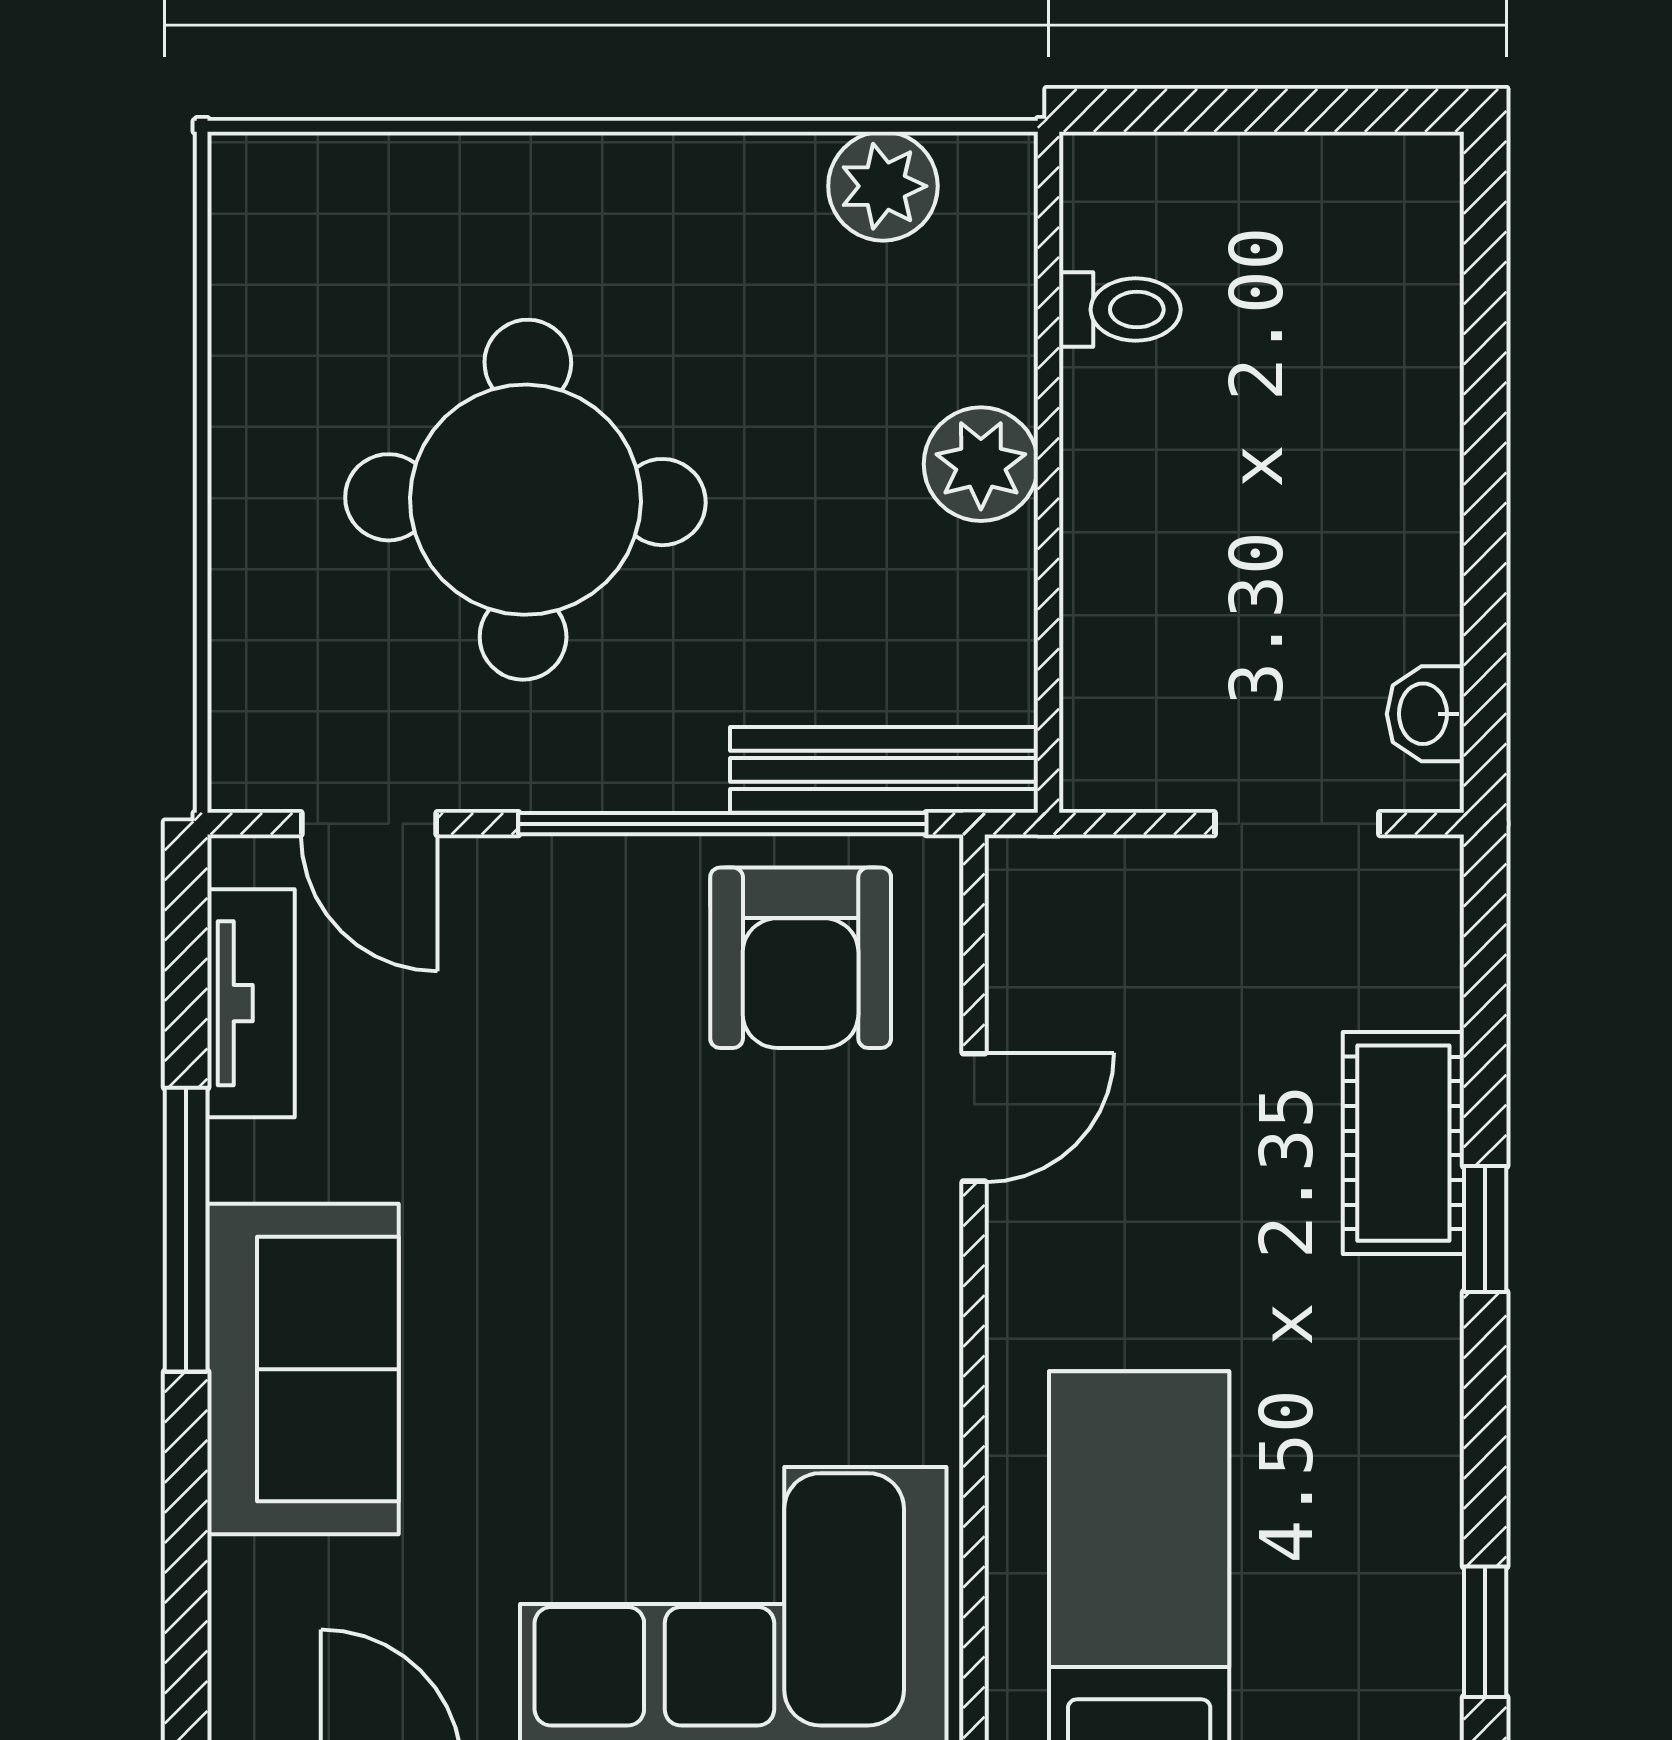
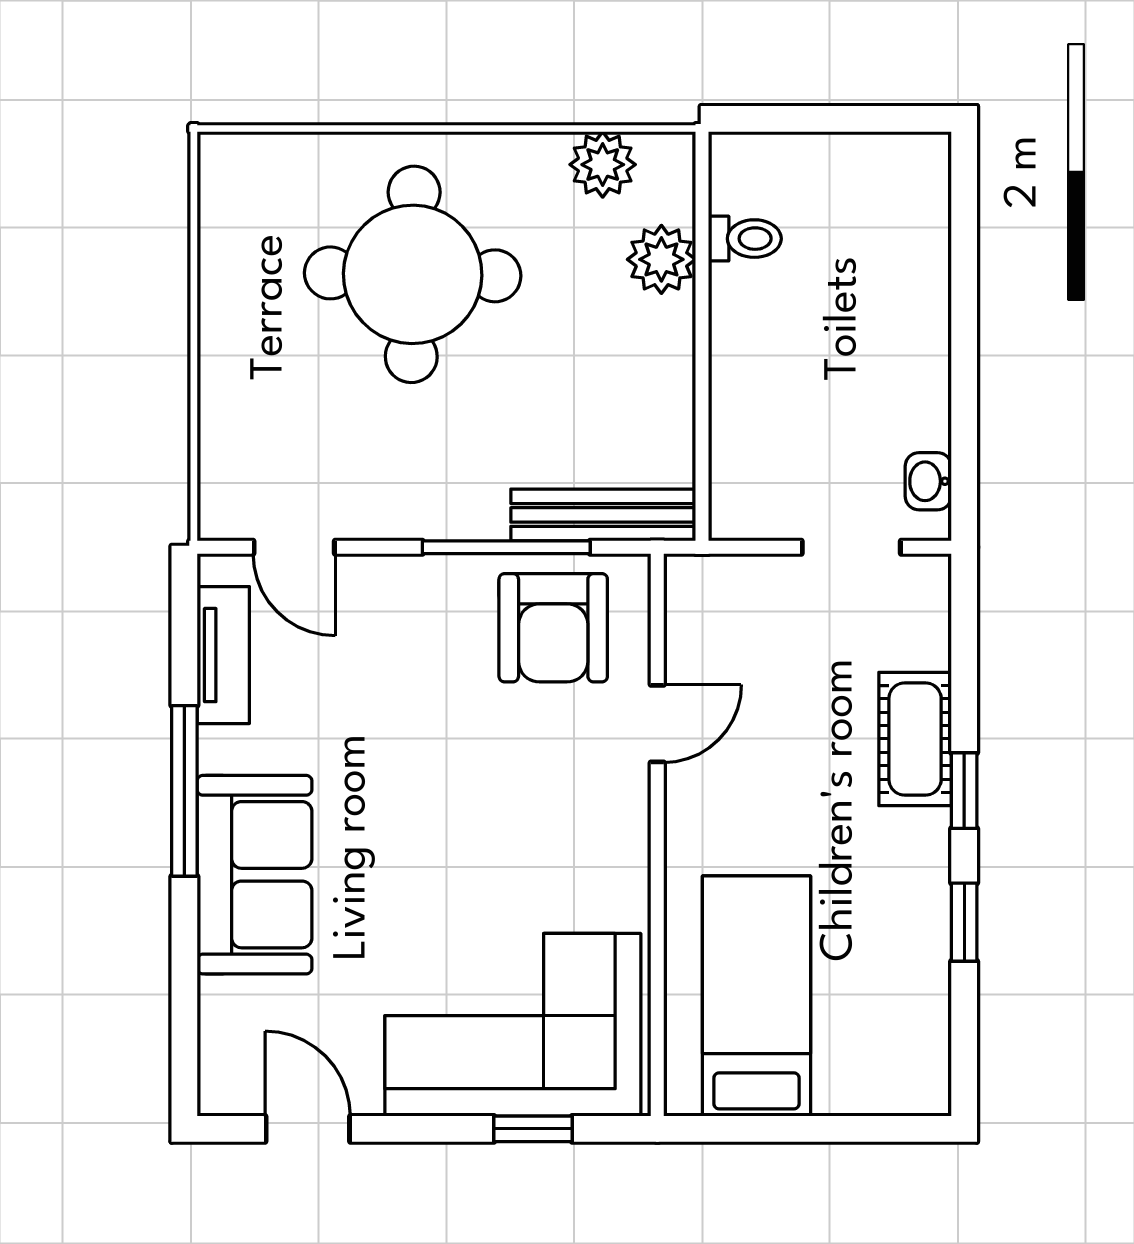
plant: (981, 464) -> (661, 259), moved
round table: (525, 500) -> (413, 274), moved
window: (722, 824) -> (506, 547), width x0.68
window: (1485, 1632) -> (964, 922), moved

